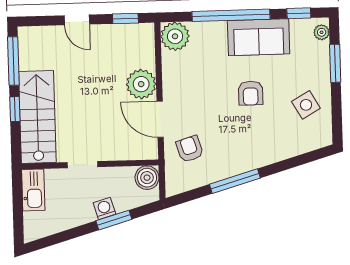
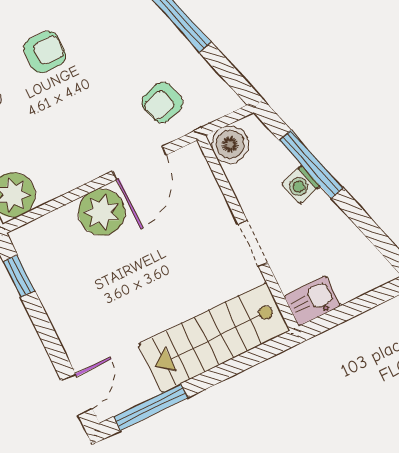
door: (77, 20) -> (77, 395), moved
window: (15, 109) -> (218, 375), removed
kitchen sink: (33, 190) -> (312, 301), width x0.73
window: (114, 220) -> (311, 164), width x1.44

